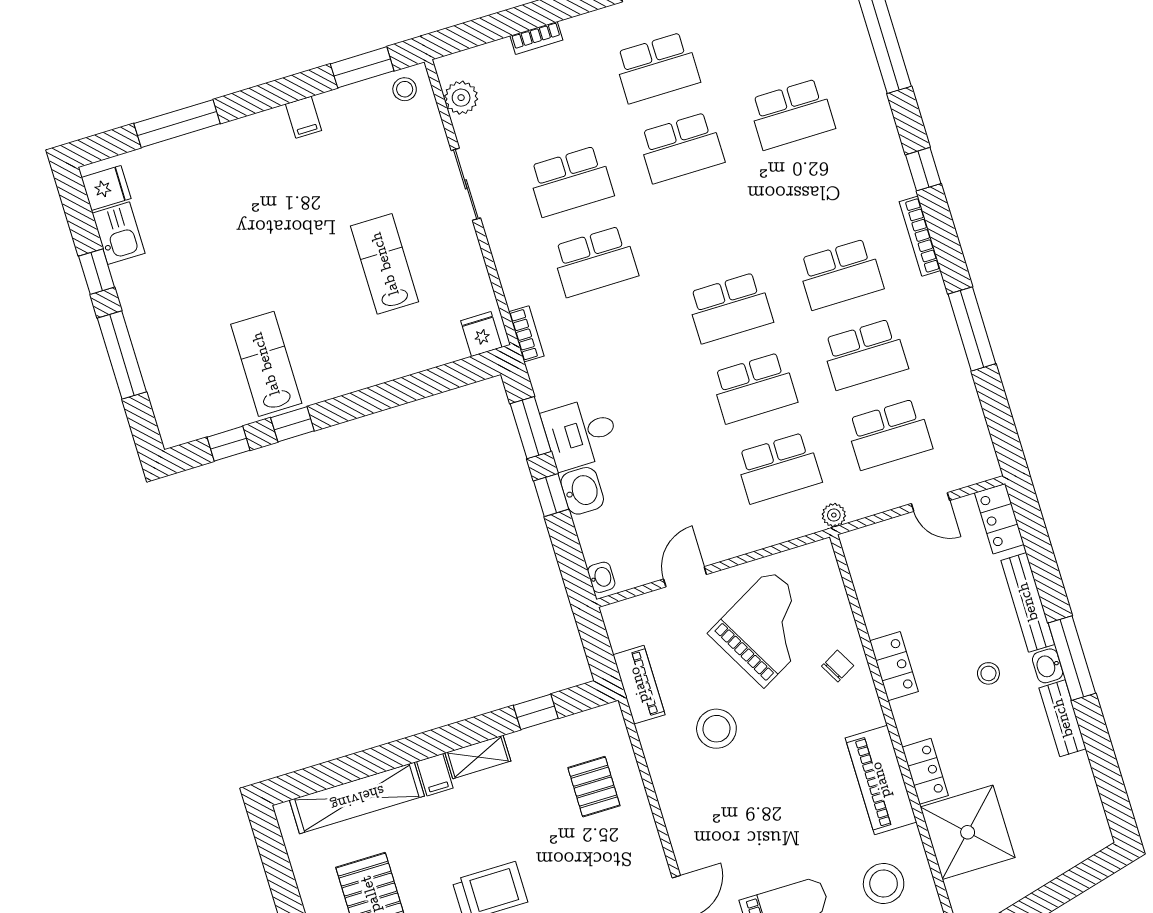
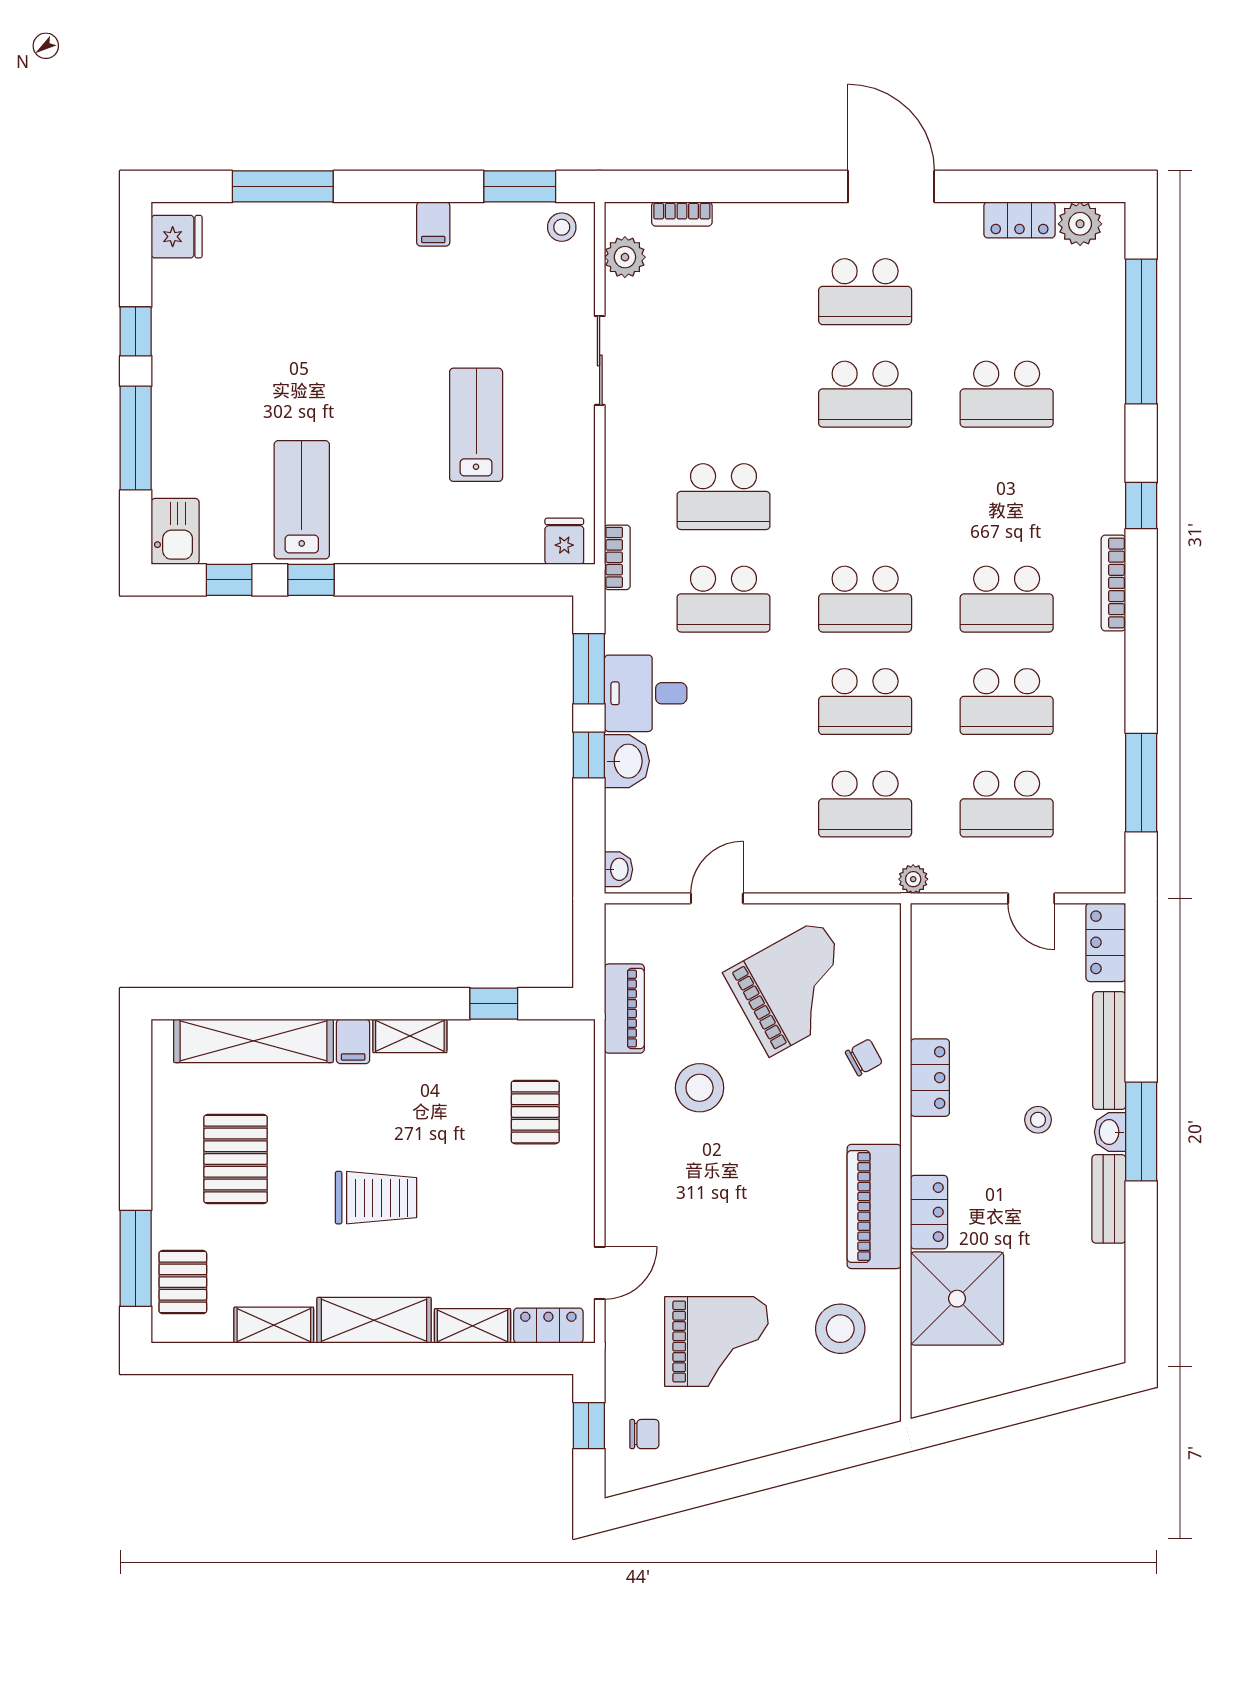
bookcase: (536, 38) -> (682, 214), moved
school desk: (571, 181) -> (723, 599), moved
kitchen sink: (119, 233) -> (175, 531), moved
window: (972, 329) -> (1141, 783), moved

